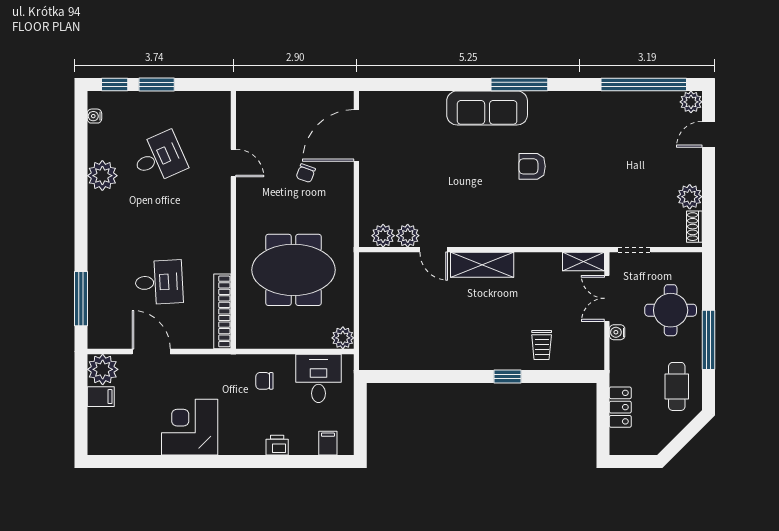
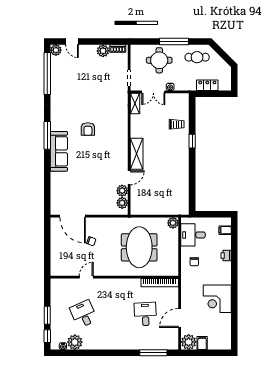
plant: (102, 176) -> (75, 342), moved

